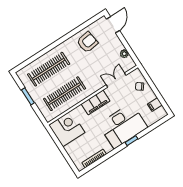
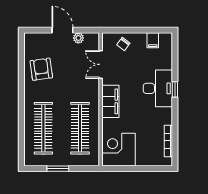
door: (113, 25) -> (62, 30), moved
desk: (123, 126) -> (158, 88), width x0.73, depth x0.77

